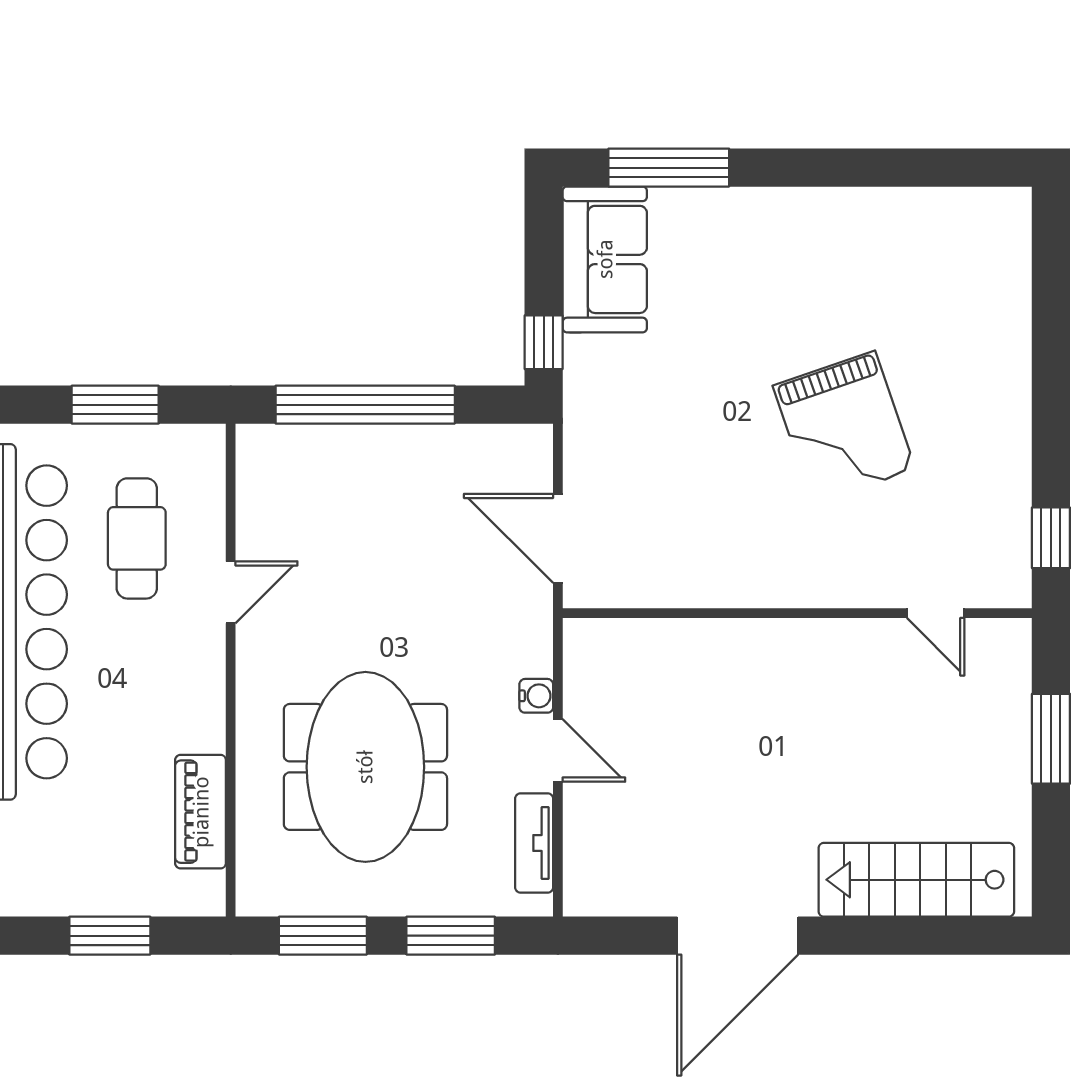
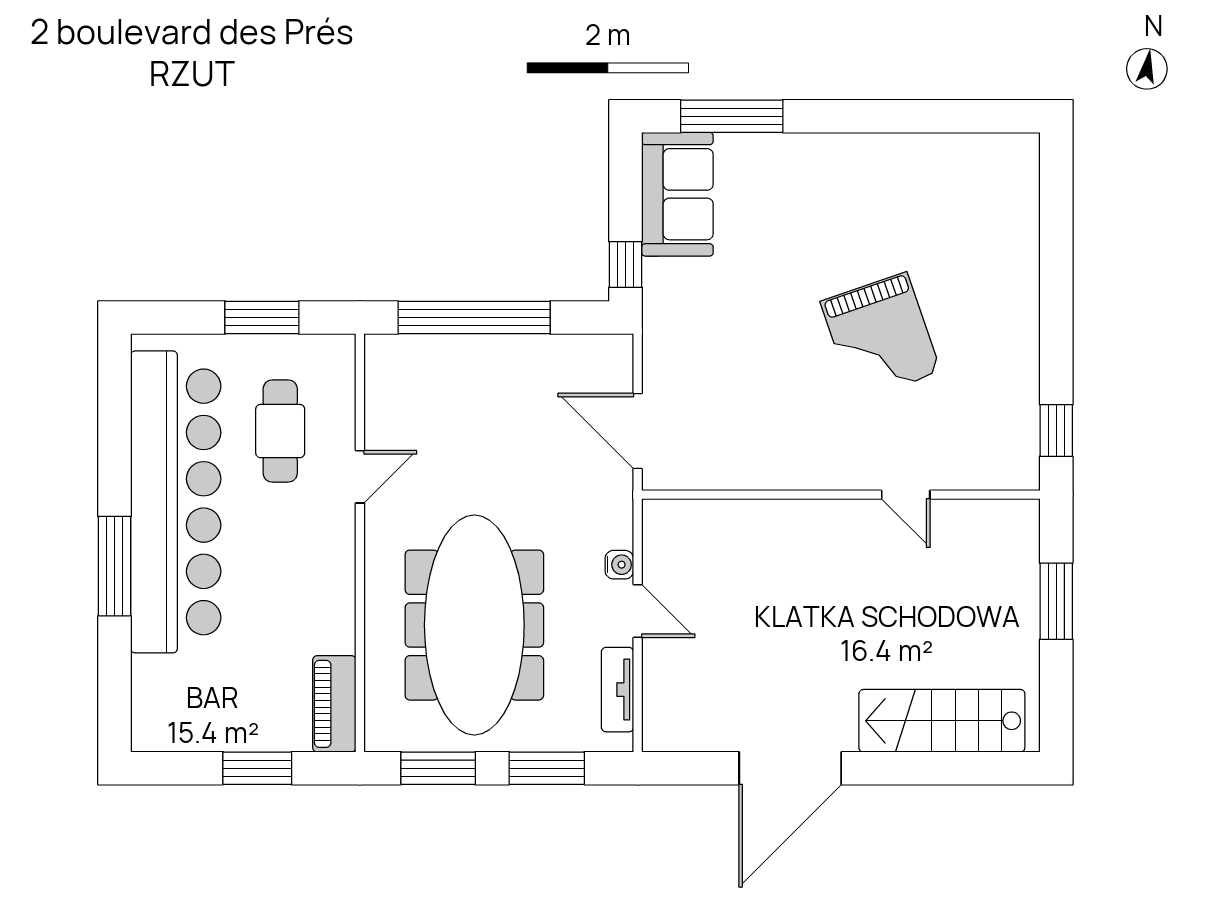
door: (936, 613) -> (906, 495), moved
meeting table: (365, 767) -> (474, 625), width x1.36
piano: (201, 812) -> (334, 704), moved

